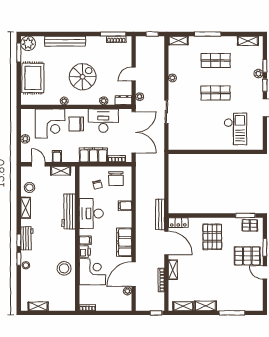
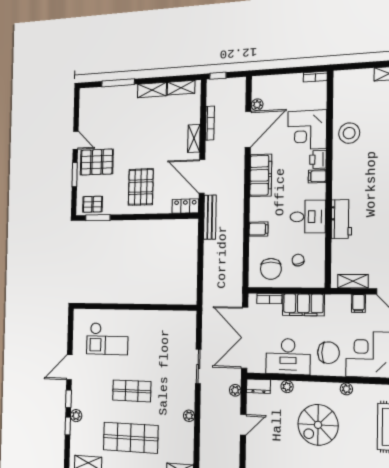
shop shelf: (216, 60) -> (131, 438), width x1.43, depth x1.36
checkout: (235, 129) -> (107, 339), turned -90
chair: (116, 179) -> (271, 269), turned 180
workbench: (69, 212) -> (341, 219), width x0.73
desk: (91, 214) -> (308, 217), width x0.73

